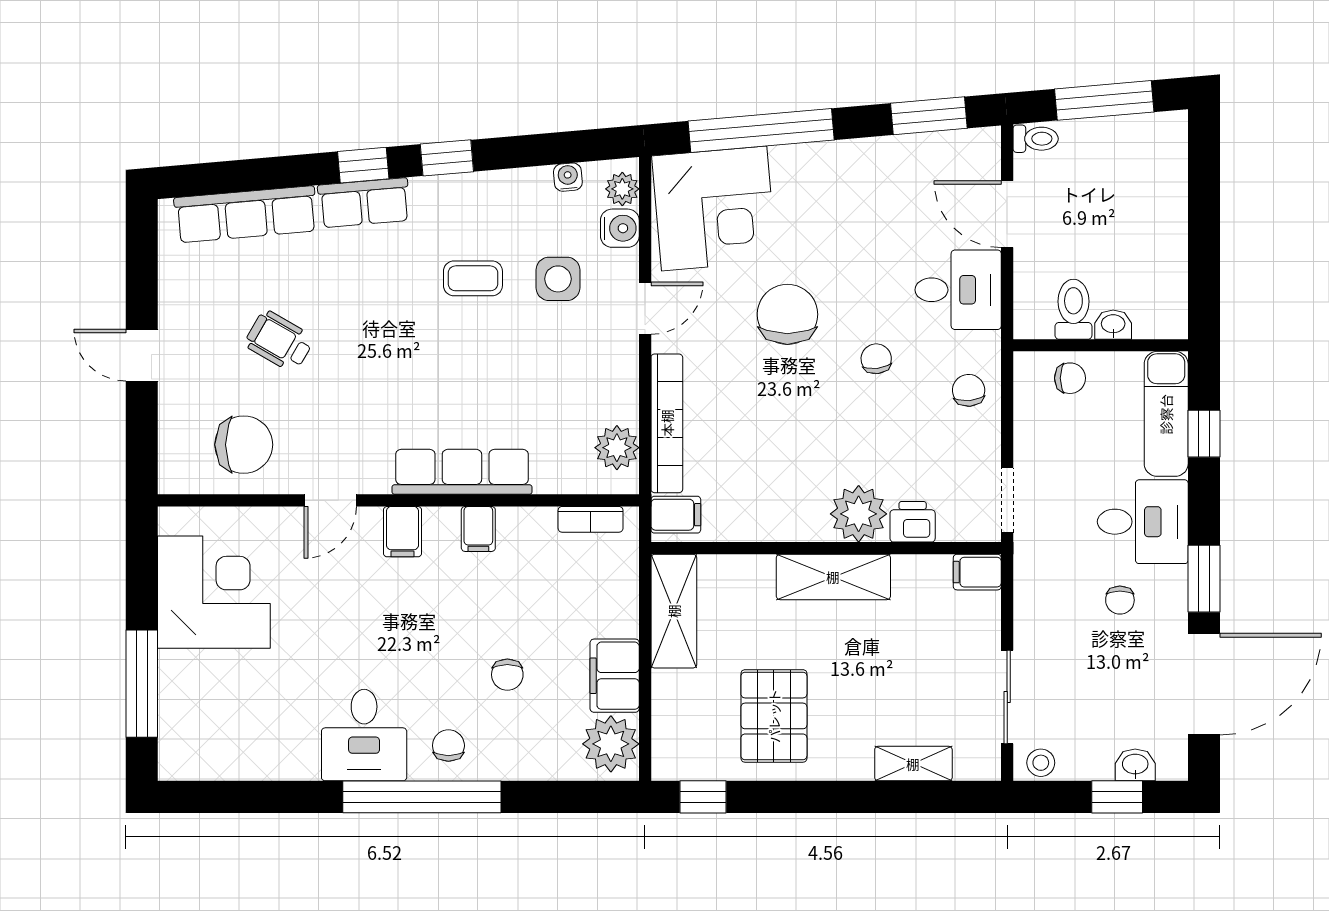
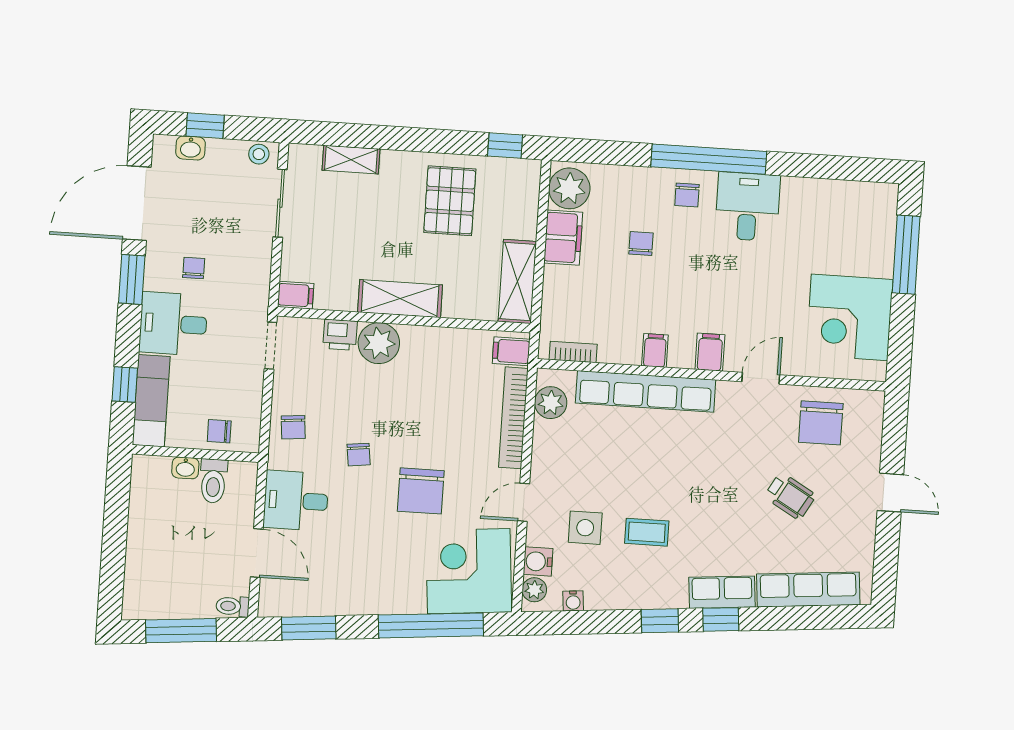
chair: (244, 445) -> (821, 423), turned -90
row of seats: (462, 472) -> (646, 391), width x1.36

